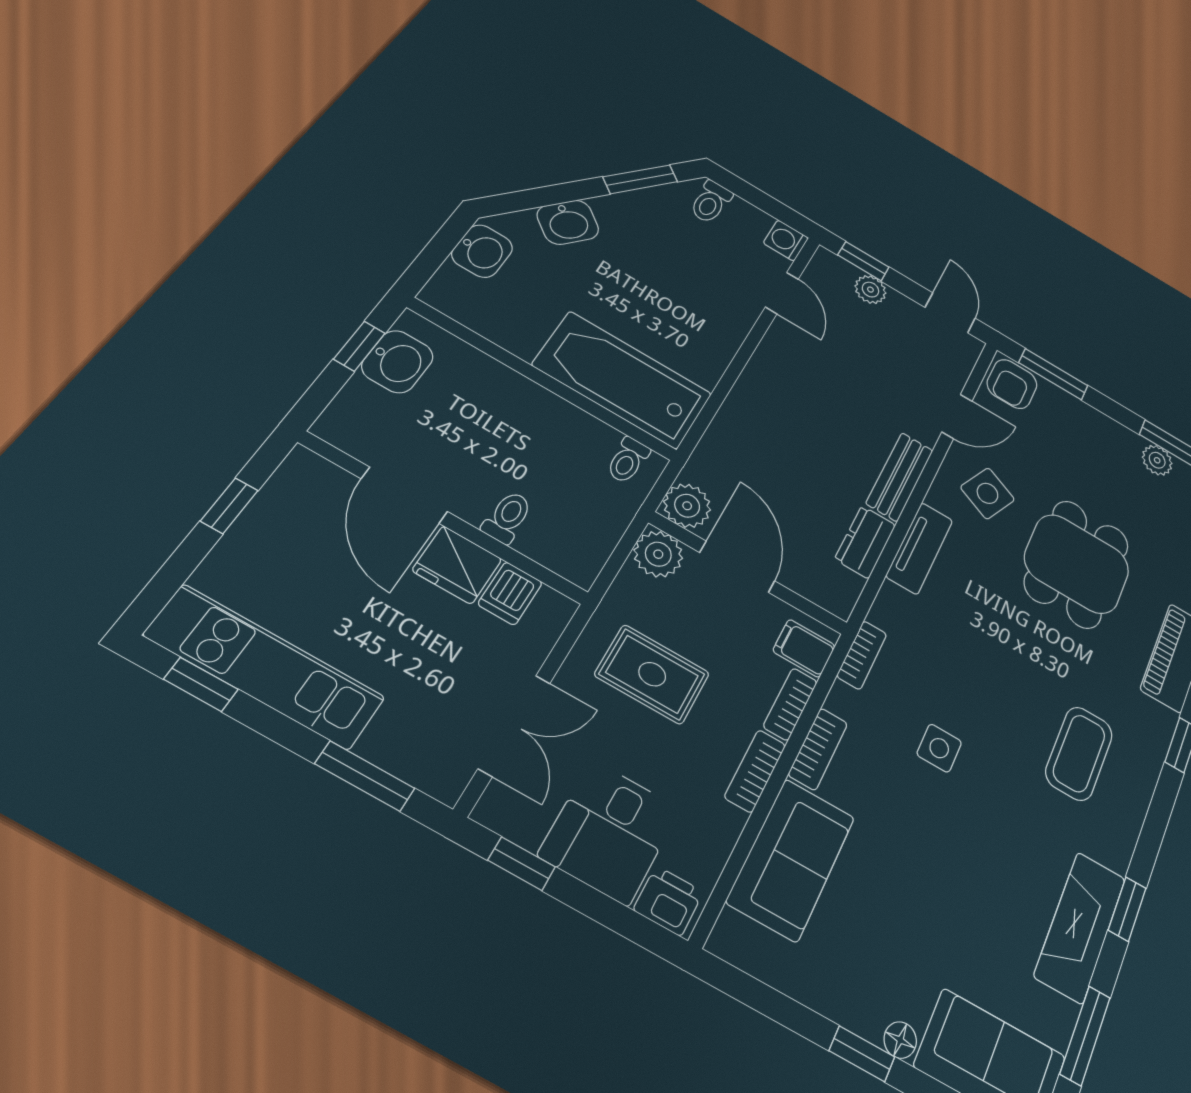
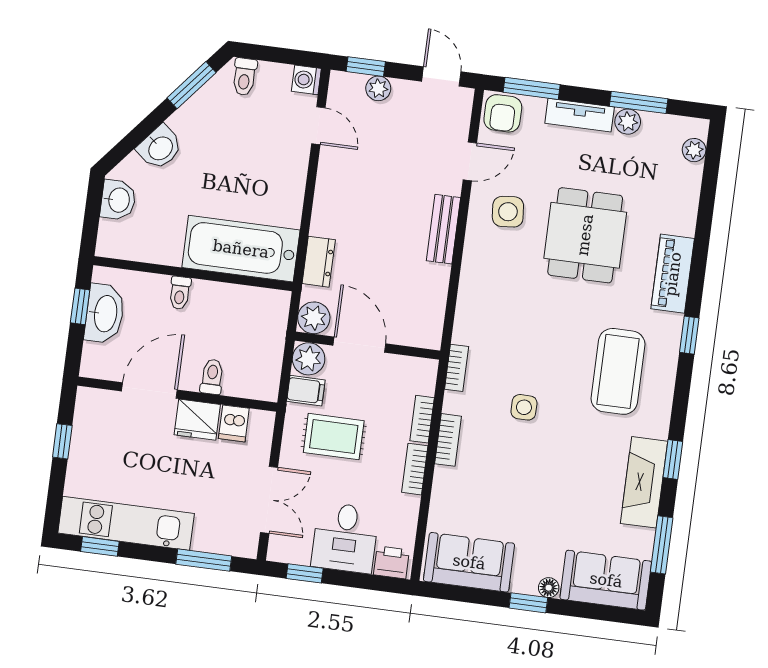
washbasin: (397, 362) -> (105, 314), width x1.38
toilet: (628, 460) -> (180, 293), moved
side table: (987, 493) -> (508, 212), turned -30
door: (404, 495) -> (149, 391), swing flipped
dresser: (865, 542) -> (319, 262), moved, turned 180
tv unit: (920, 548) -> (580, 115), moved, turned 90
filing cabinet: (804, 648) -> (306, 391), moved, turned 180
coffee table: (1079, 753) -> (618, 371), width x1.36, depth x1.32
sofa: (791, 859) -> (469, 562), moved, turned -90

